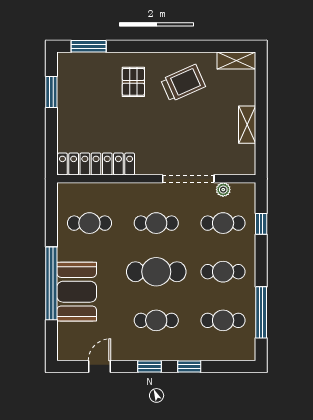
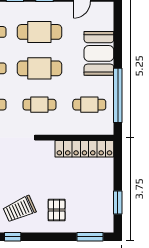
window: (192, 46) -> (13, 237), added
window: (51, 283) -> (118, 95), moved
cafe table: (156, 320) -> (39, 32), width x1.37, depth x1.35

